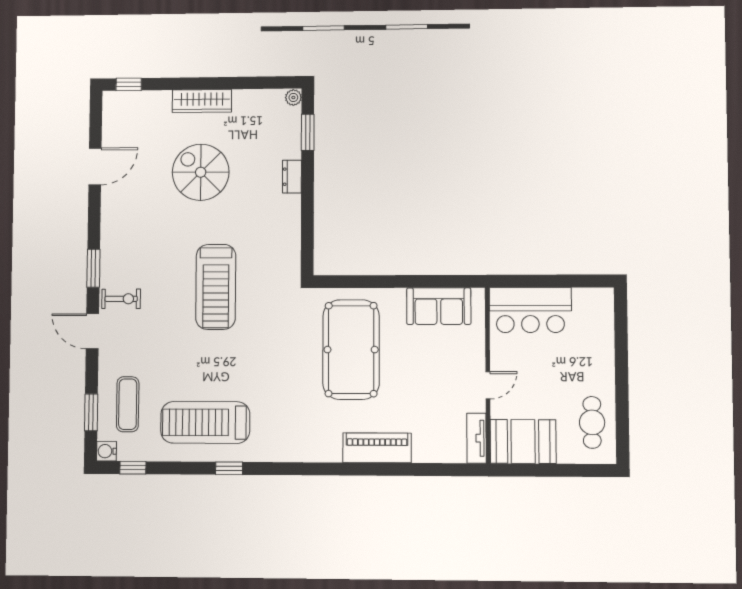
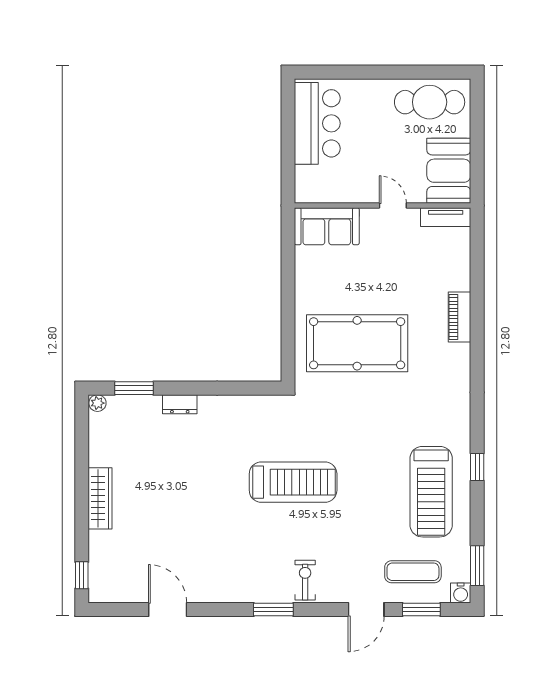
spiral stairs: (201, 172) -> (175, 499), removed
sofa: (439, 306) -> (327, 226), moved, turned 90
bar counter: (530, 310) -> (317, 123), moved
door: (92, 331) -> (366, 609), moved
cafe table: (592, 422) -> (430, 102), width x1.37, depth x1.35
piano: (377, 448) -> (459, 317), width x0.73, depth x0.75
window: (133, 468) -> (477, 566), width x1.50

